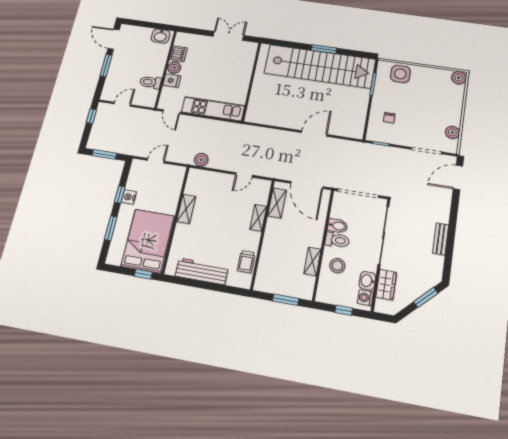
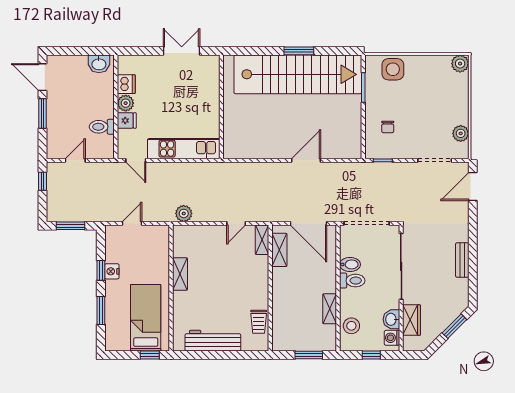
shelving: (258, 218) -> (262, 240), moved
bed: (148, 241) -> (146, 318), width x0.67
stool: (337, 266) -> (351, 326), moved

